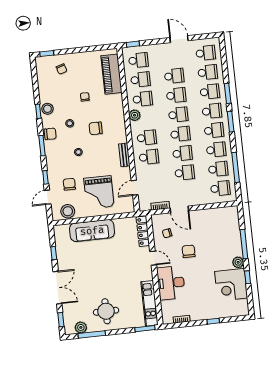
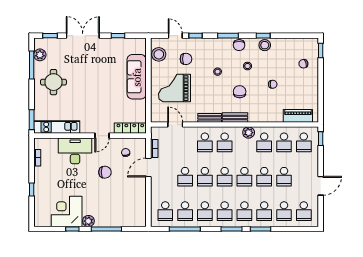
piano: (111, 74) -> (298, 116), width x0.73, depth x0.75
bench: (121, 130) -> (235, 117), added
double door: (57, 288) -> (83, 36), swing flipped

